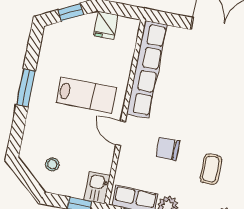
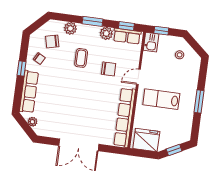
fridge: (106, 25) -> (146, 140), width x1.88, depth x1.34
door: (121, 133) -> (138, 77), swing flipped

